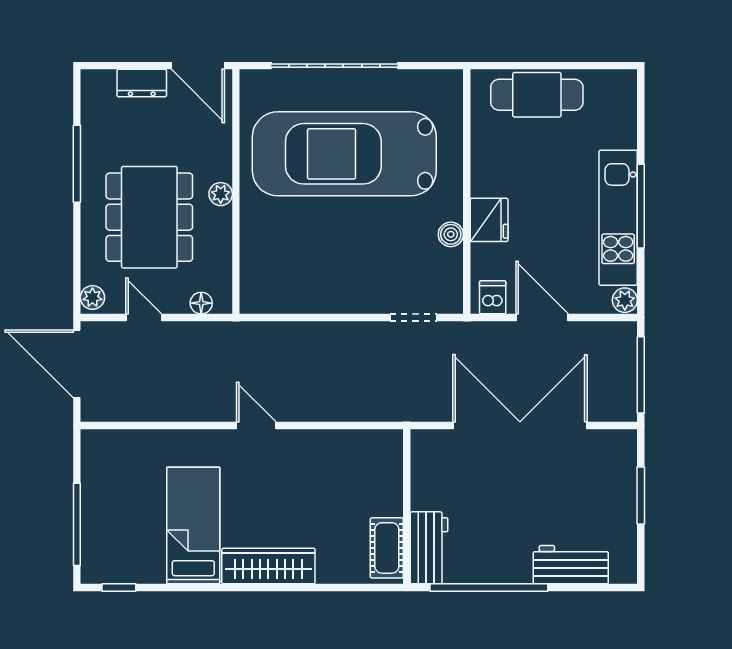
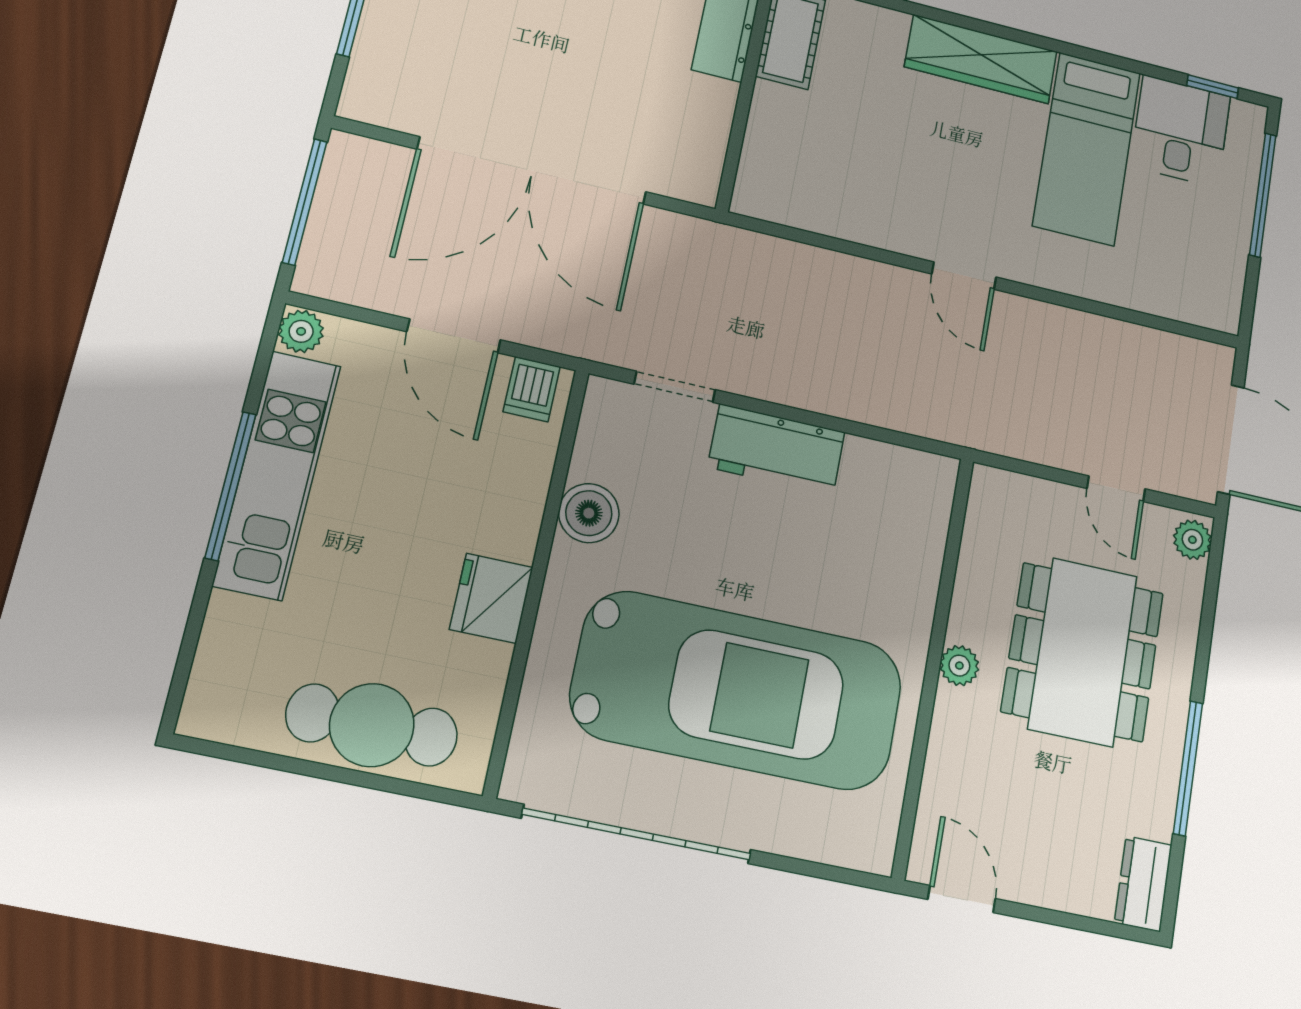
door: (198, 66) -> (962, 899), width x0.73
garage door: (334, 66) -> (637, 834), moved
dresser: (142, 83) -> (1143, 884), moved, turned -90
fridge: (489, 220) -> (491, 598), moved
boiler: (451, 234) -> (589, 513), width x1.36, depth x1.36
workbench: (348, 295) -> (776, 450), added
floor lamp: (201, 303) -> (1020, 491), removed
desk: (135, 553) -> (1181, 131), added

